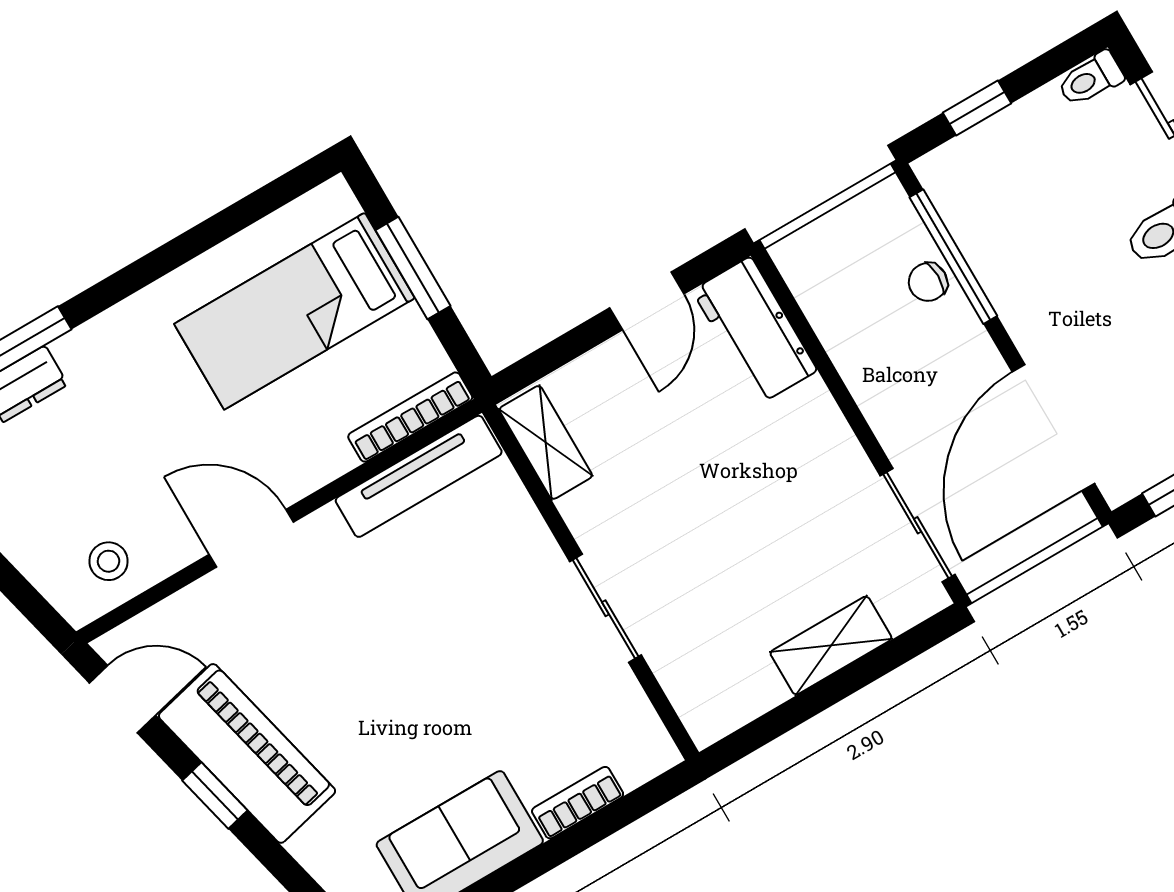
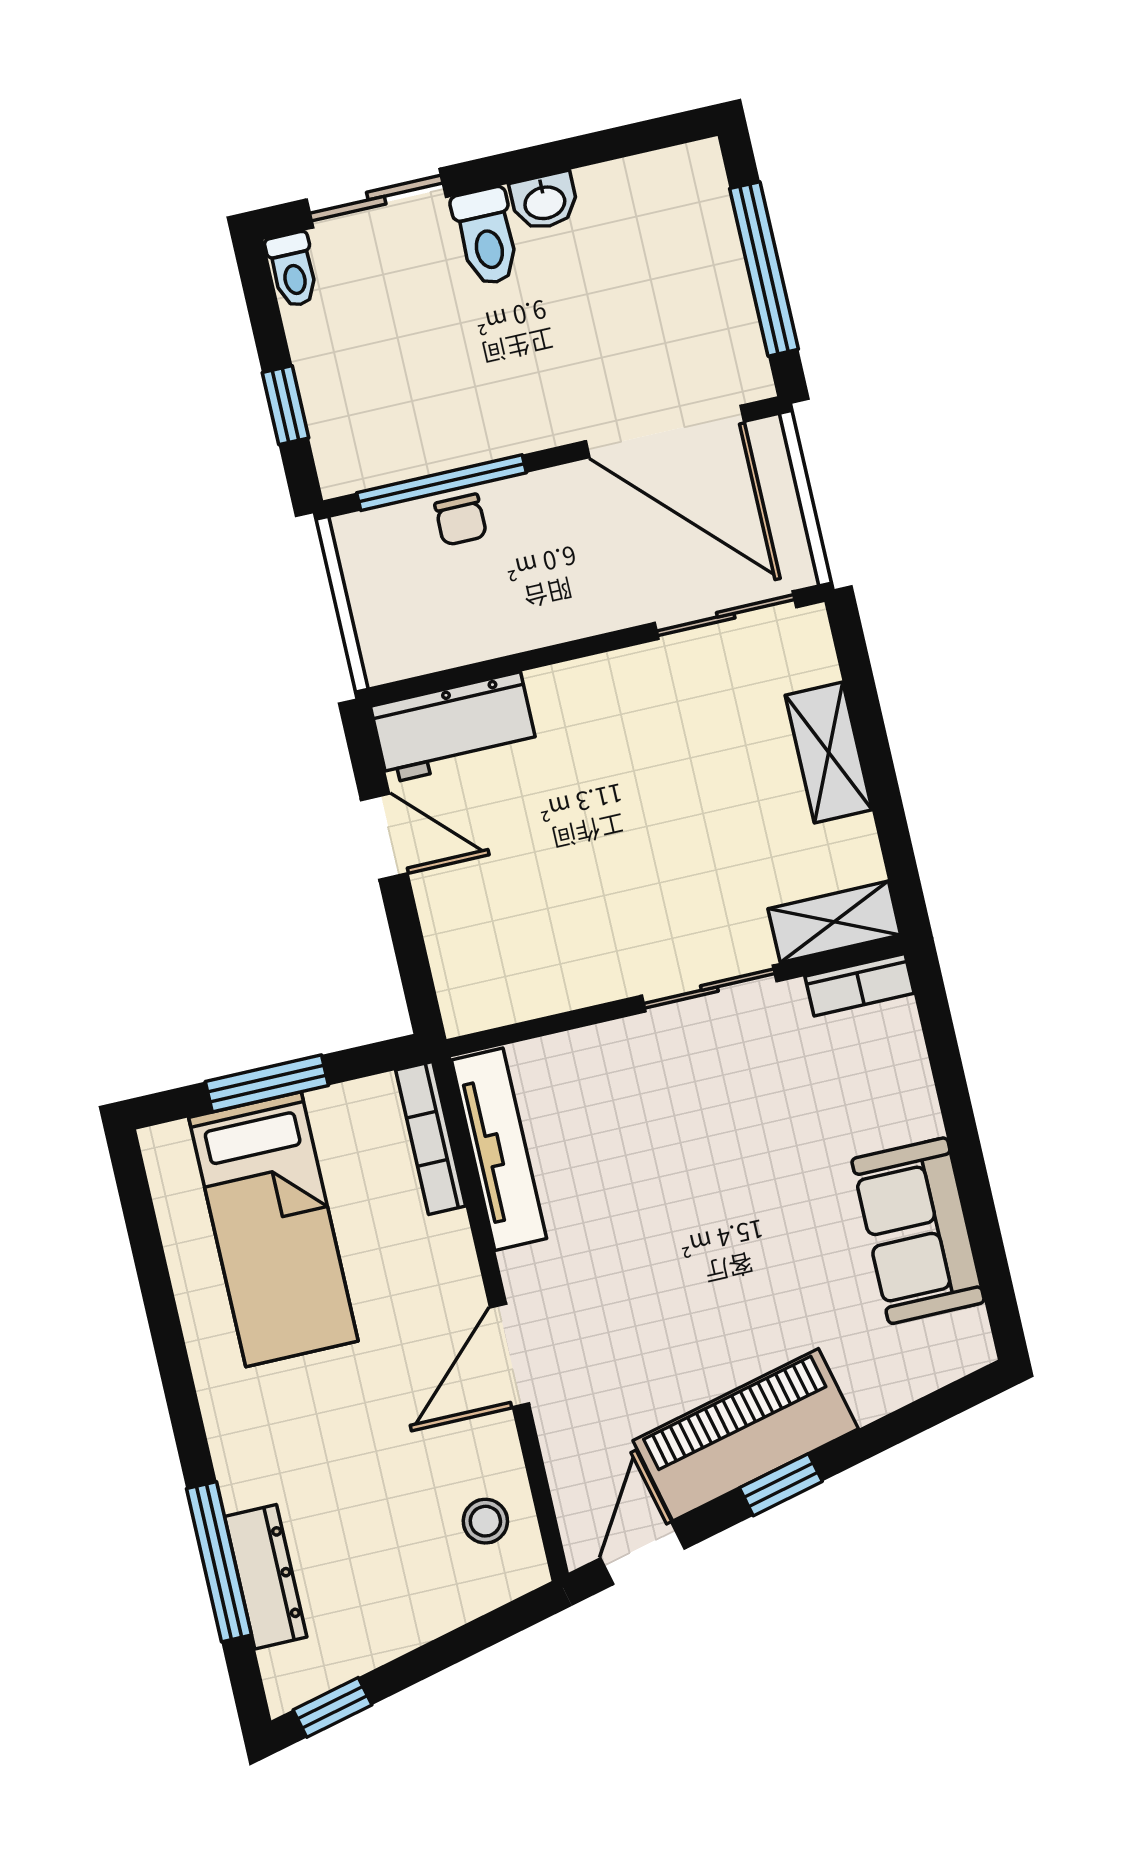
shelving: (546, 442) -> (834, 922), moved
bookcase: (578, 803) -> (859, 985), moved, turned -90

